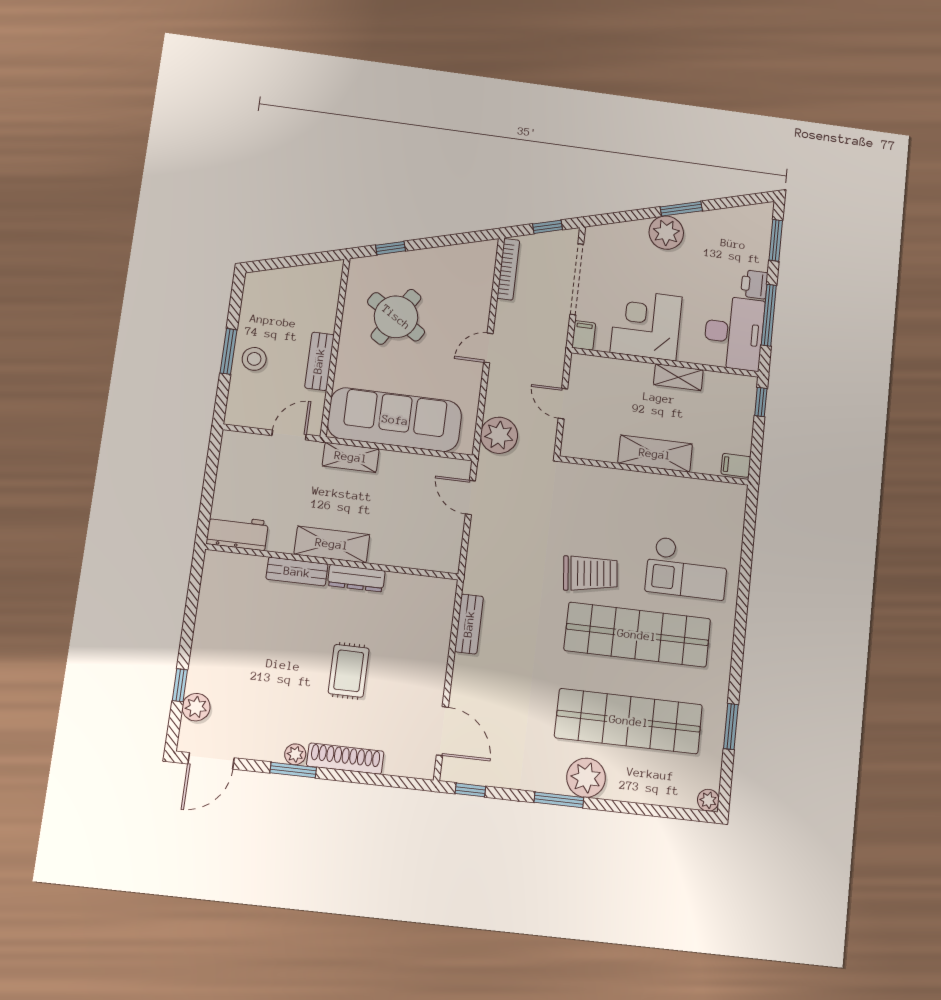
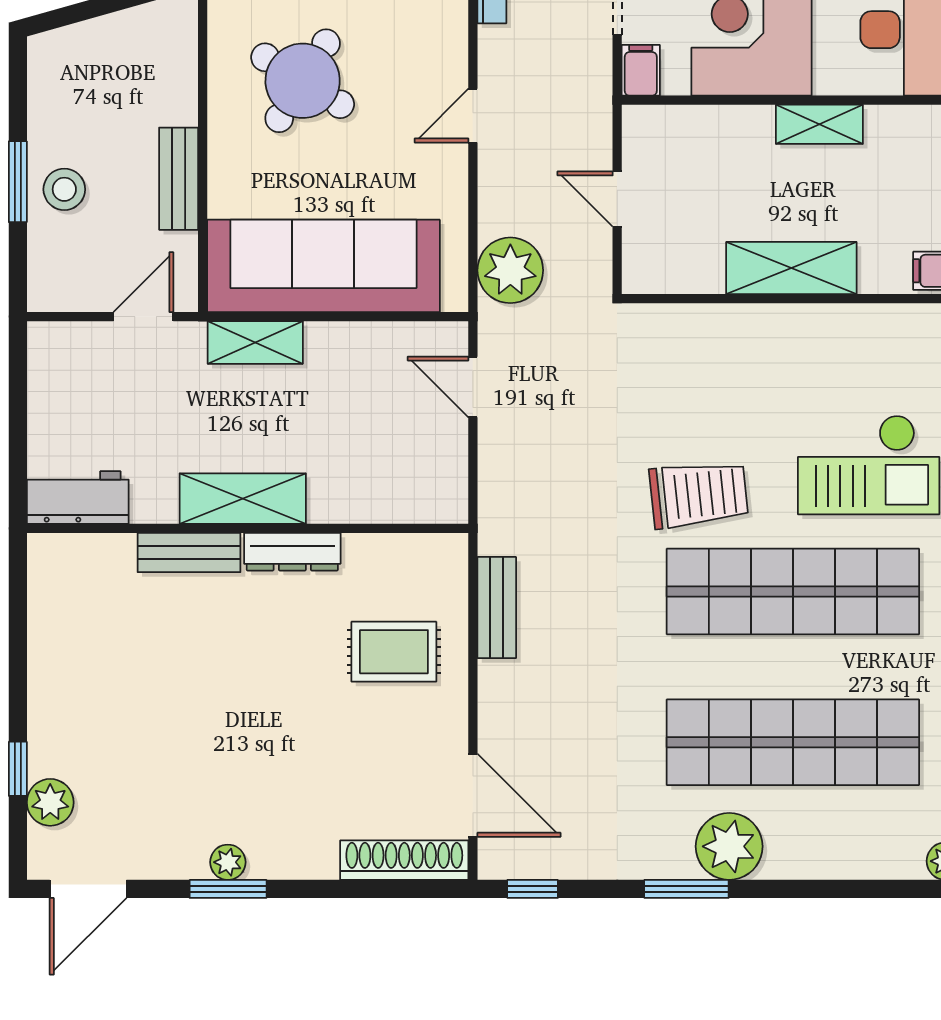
rug: (349, 671) -> (394, 652), moved, turned 90
shoe rack: (345, 759) -> (404, 860), moved

